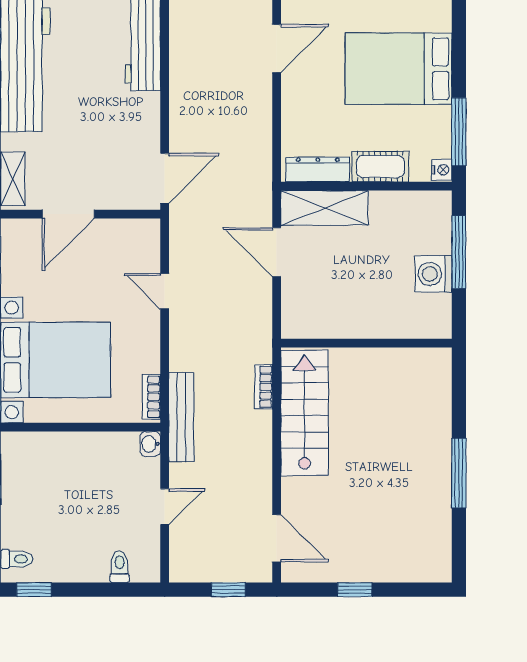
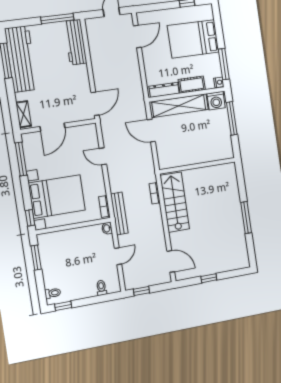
shelving: (325, 208) -> (179, 106), width x1.47
washing machine: (433, 274) -> (216, 101), moved, turned -90
window: (228, 590) -> (141, 291), moved

